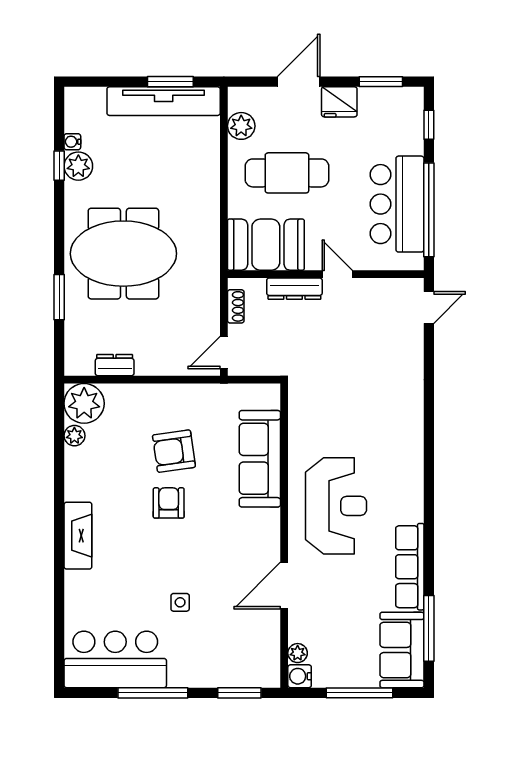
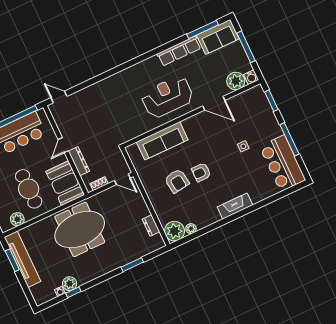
meeting table: (123, 254) -> (80, 229), moved, turned 90
plant: (298, 653) -> (236, 81), width x1.88, depth x1.88

